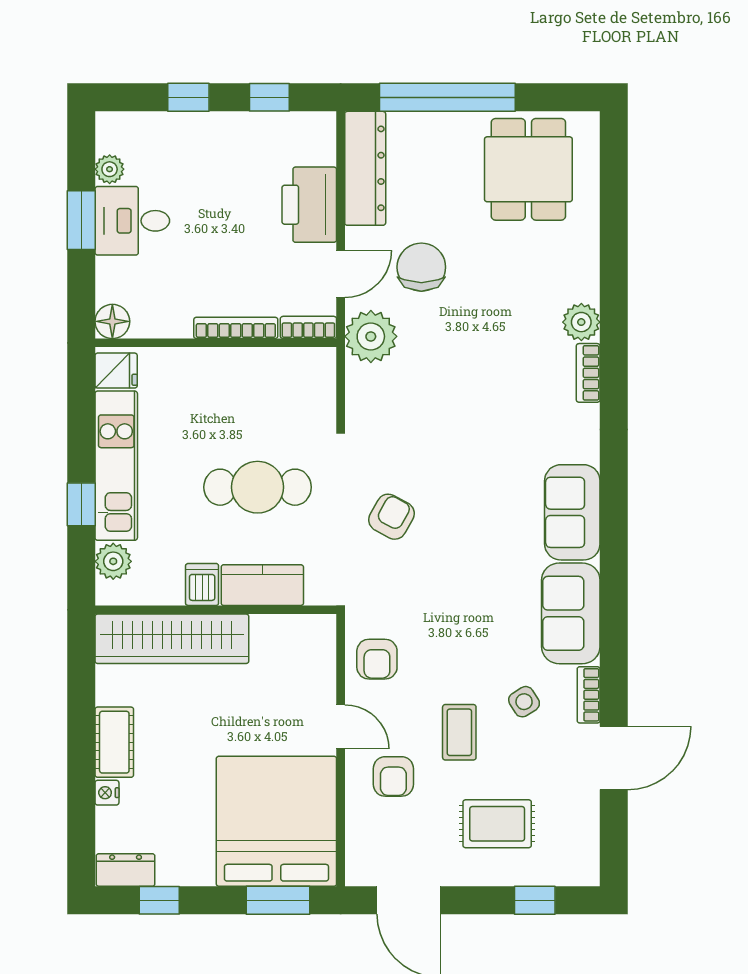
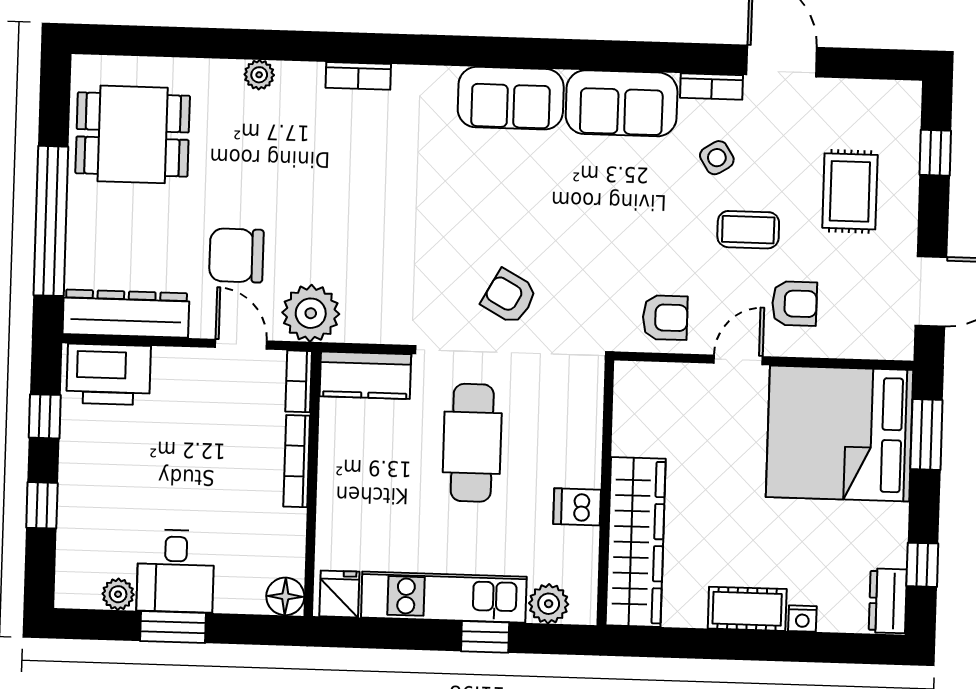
printer: (309, 205) -> (109, 374), moved
plant: (581, 322) -> (259, 75), moved, width x0.73, depth x0.73
kitchen counter: (262, 585) -> (365, 375), moved, turned -90

